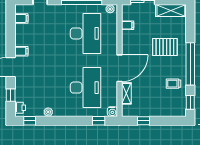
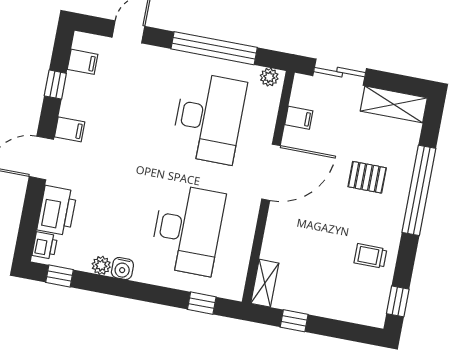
pallet: (165, 47) -> (367, 177), width x0.67, depth x0.71
window: (190, 64) -> (419, 190), moved
door: (119, 68) -> (271, 172), moved
printer: (23, 90) -> (57, 211), added
shelving: (126, 93) -> (265, 283), moved
window: (11, 95) -> (55, 85), moved
water cooler: (112, 112) -> (122, 268), moved

